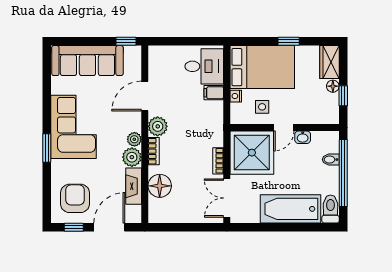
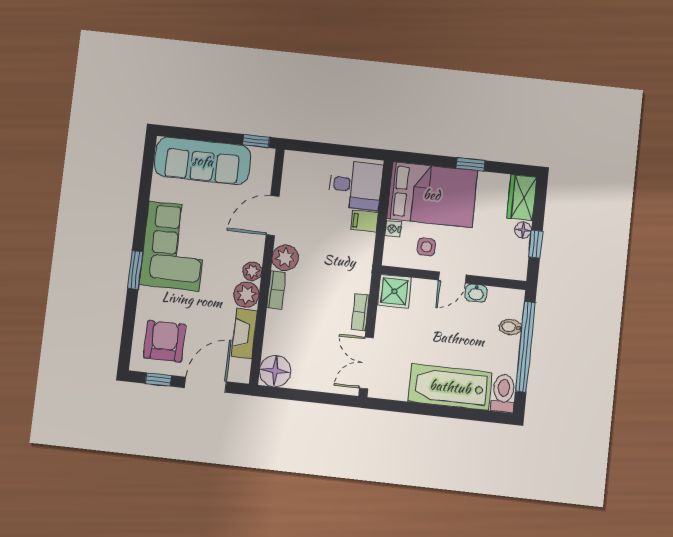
shower: (252, 153) -> (394, 291), width x0.54, depth x0.54
floor lamp: (160, 186) -> (275, 371), moved

